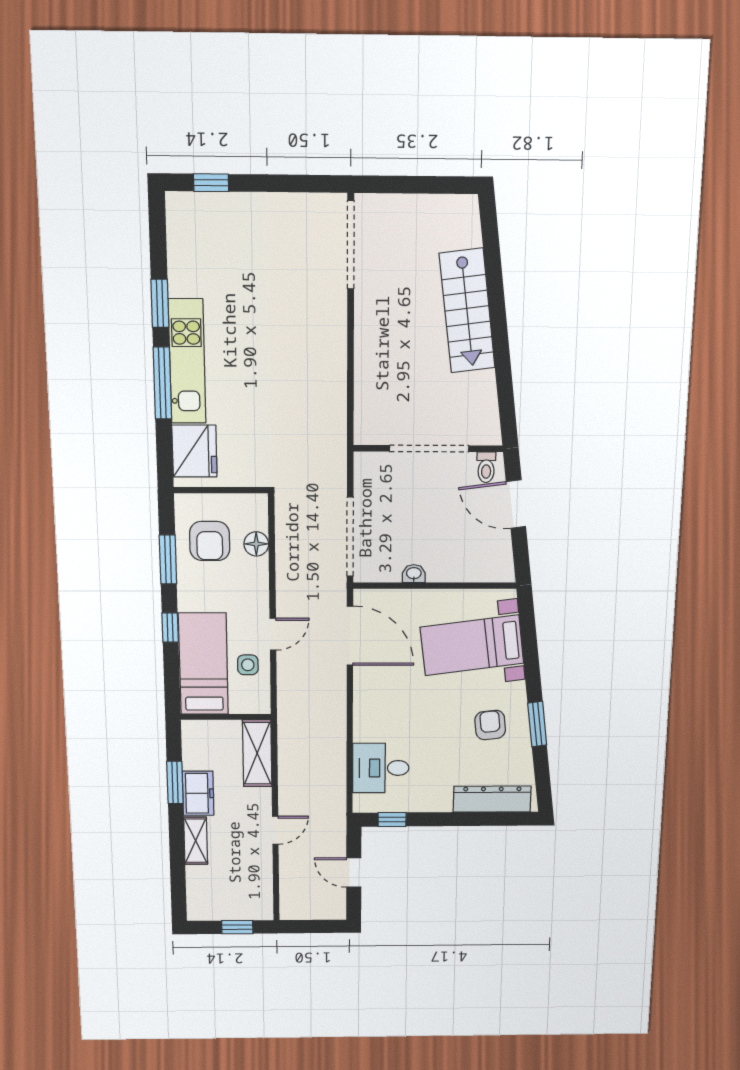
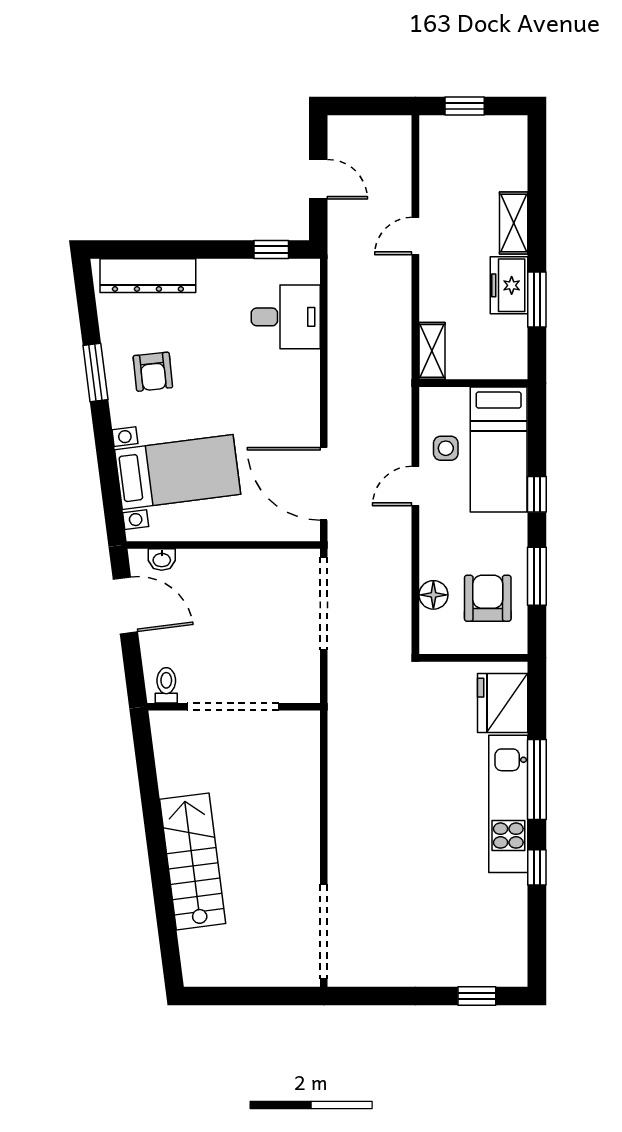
window: (160, 303) -> (537, 867), width x0.67
door: (516, 504) -> (125, 605), moved
washbasin: (414, 574) -> (162, 559), moved
shelving: (257, 753) -> (432, 351), width x0.67, depth x0.75

